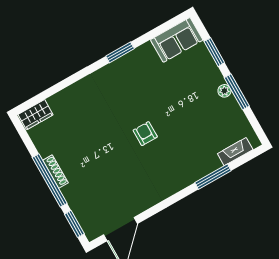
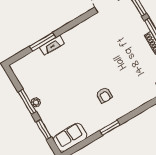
armchair: (145, 134) -> (104, 95), moved
fireplace: (235, 152) -> (52, 45), moved

